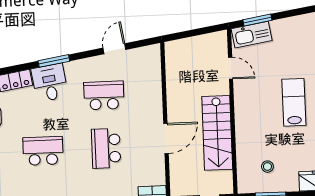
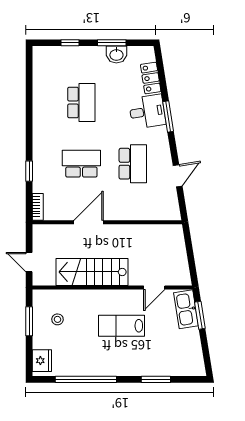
door: (114, 49) -> (178, 176), hinge flipped
lab bench: (294, 102) -> (121, 326), moved, turned 180
door: (166, 139) -> (89, 222), swing flipped

